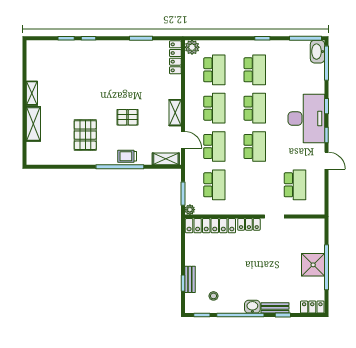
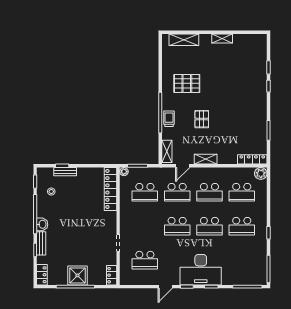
washbasin: (318, 52) -> (257, 279), removed
shelving: (33, 124) -> (184, 40), moved
locker: (249, 224) -> (112, 275), moved

